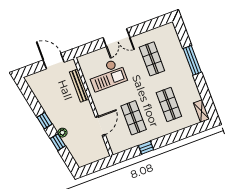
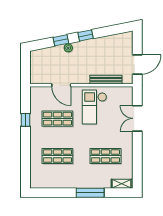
double door: (116, 38) -> (137, 118), moved
checkout: (107, 75) -> (94, 107), moved
shelving: (201, 111) -> (122, 184), moved

